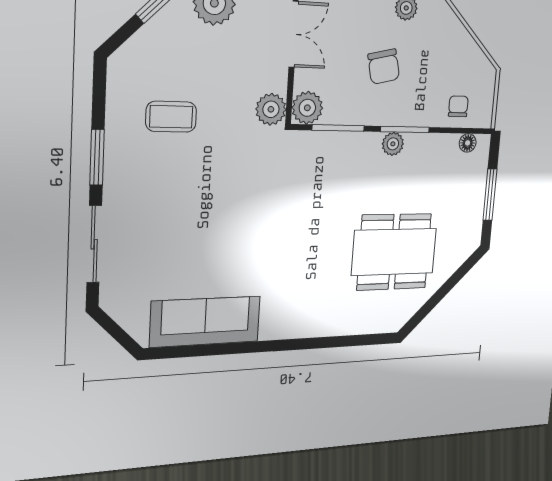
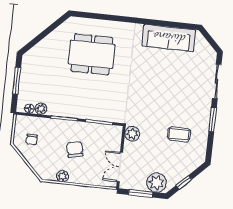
chair: (458, 106) -> (32, 140), moved
plant: (307, 108) -> (114, 133), removed
plant: (393, 144) -> (41, 109), moved
dining table: (394, 252) -> (92, 54), moved

